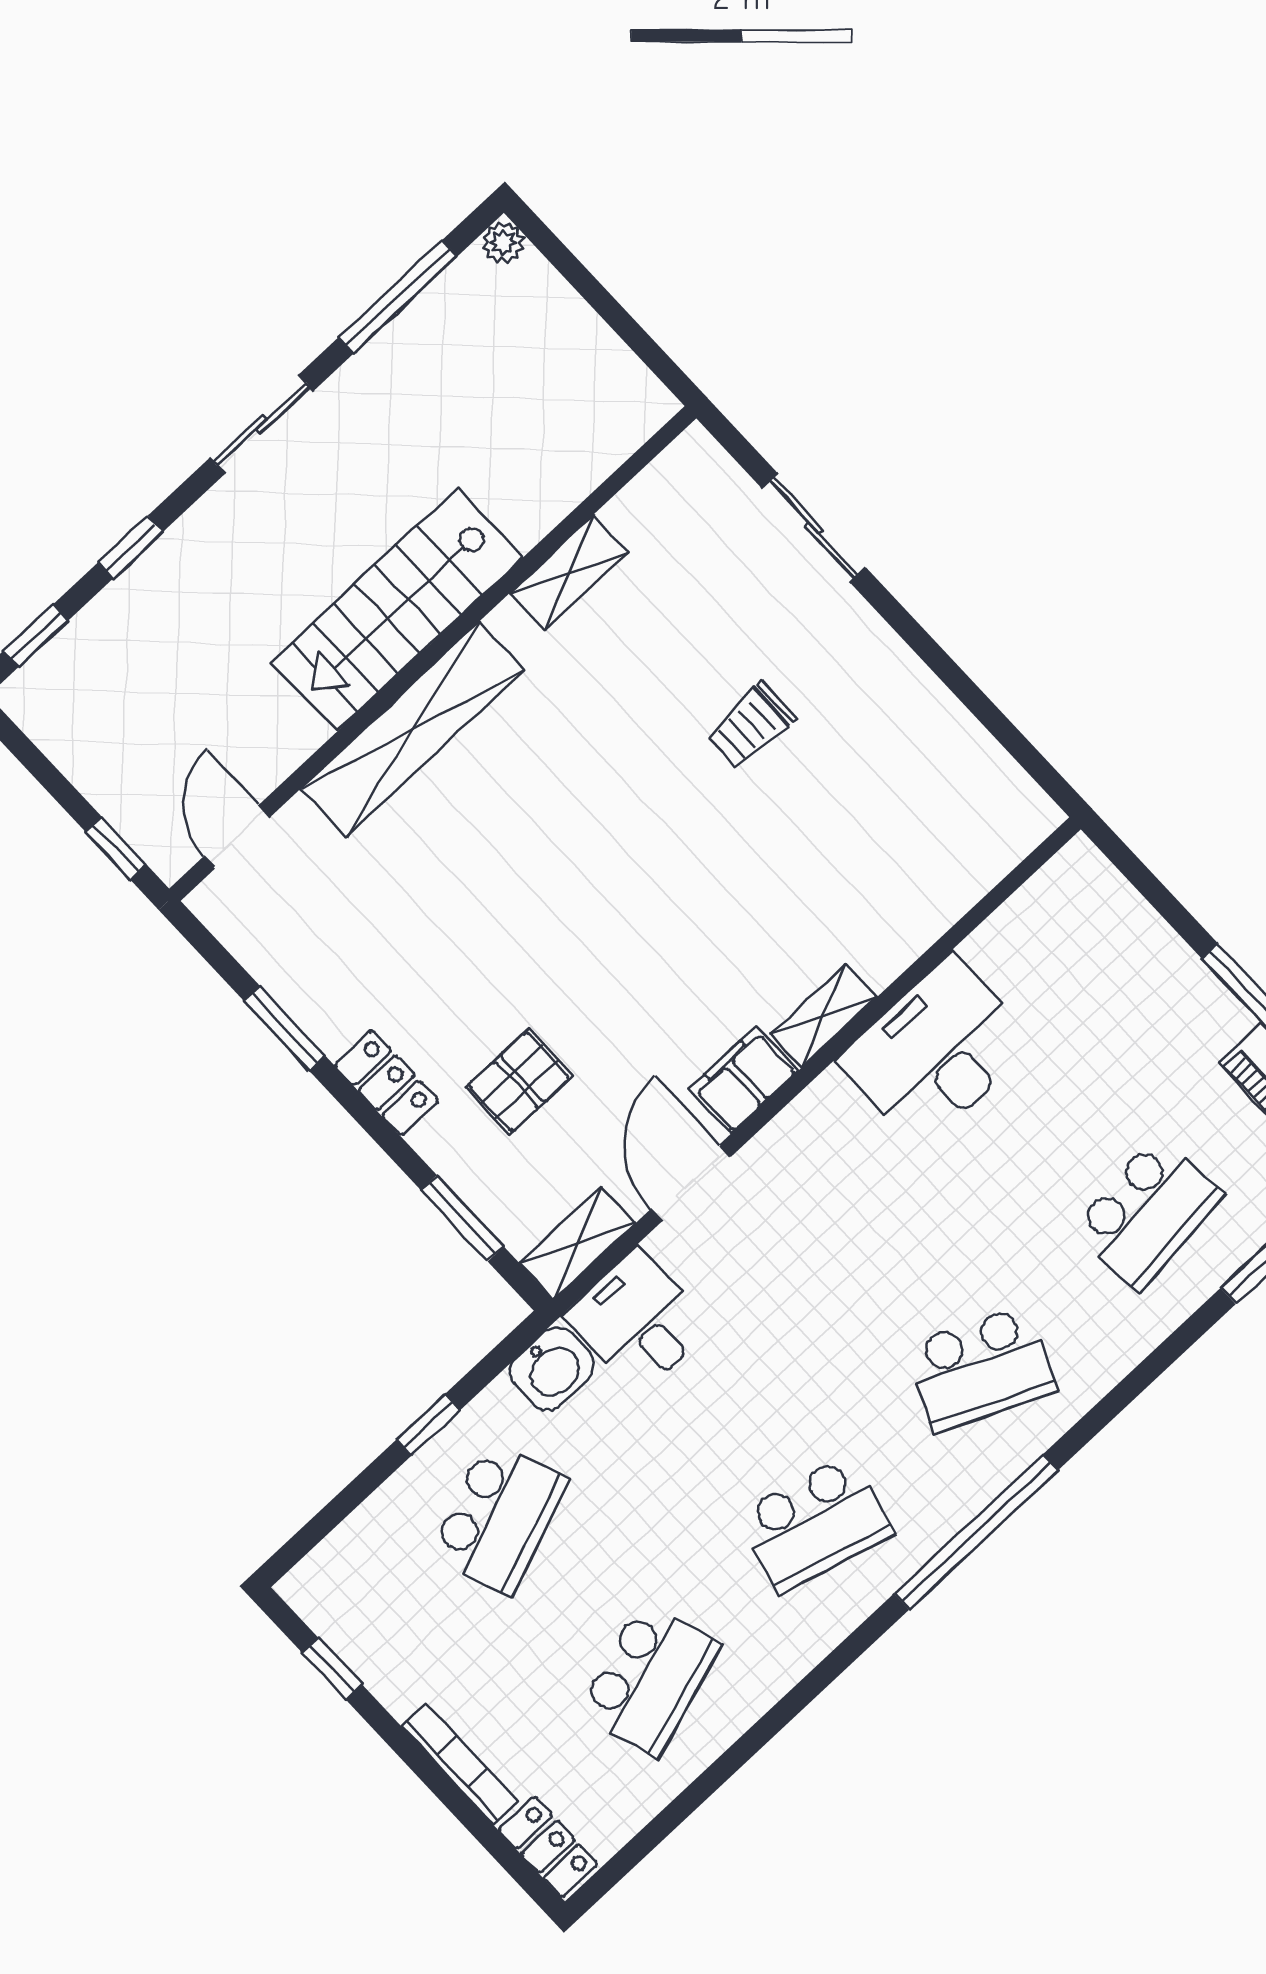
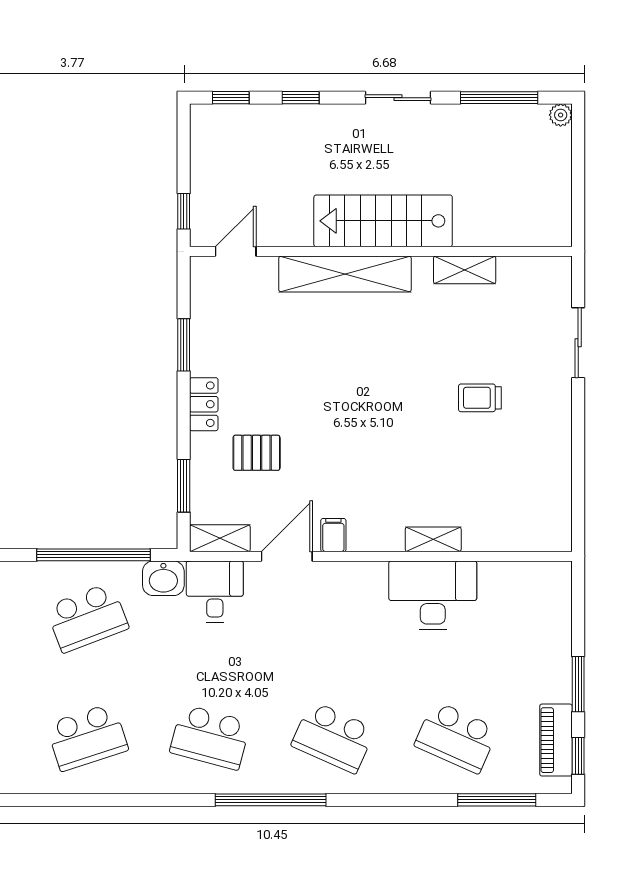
shelving: (823, 1016) -> (433, 539), moved
filing cabinet: (743, 1080) -> (333, 535), width x0.50
school desk: (1147, 1213) -> (456, 737), turned 30
window: (428, 1425) -> (93, 555), width x3.17

